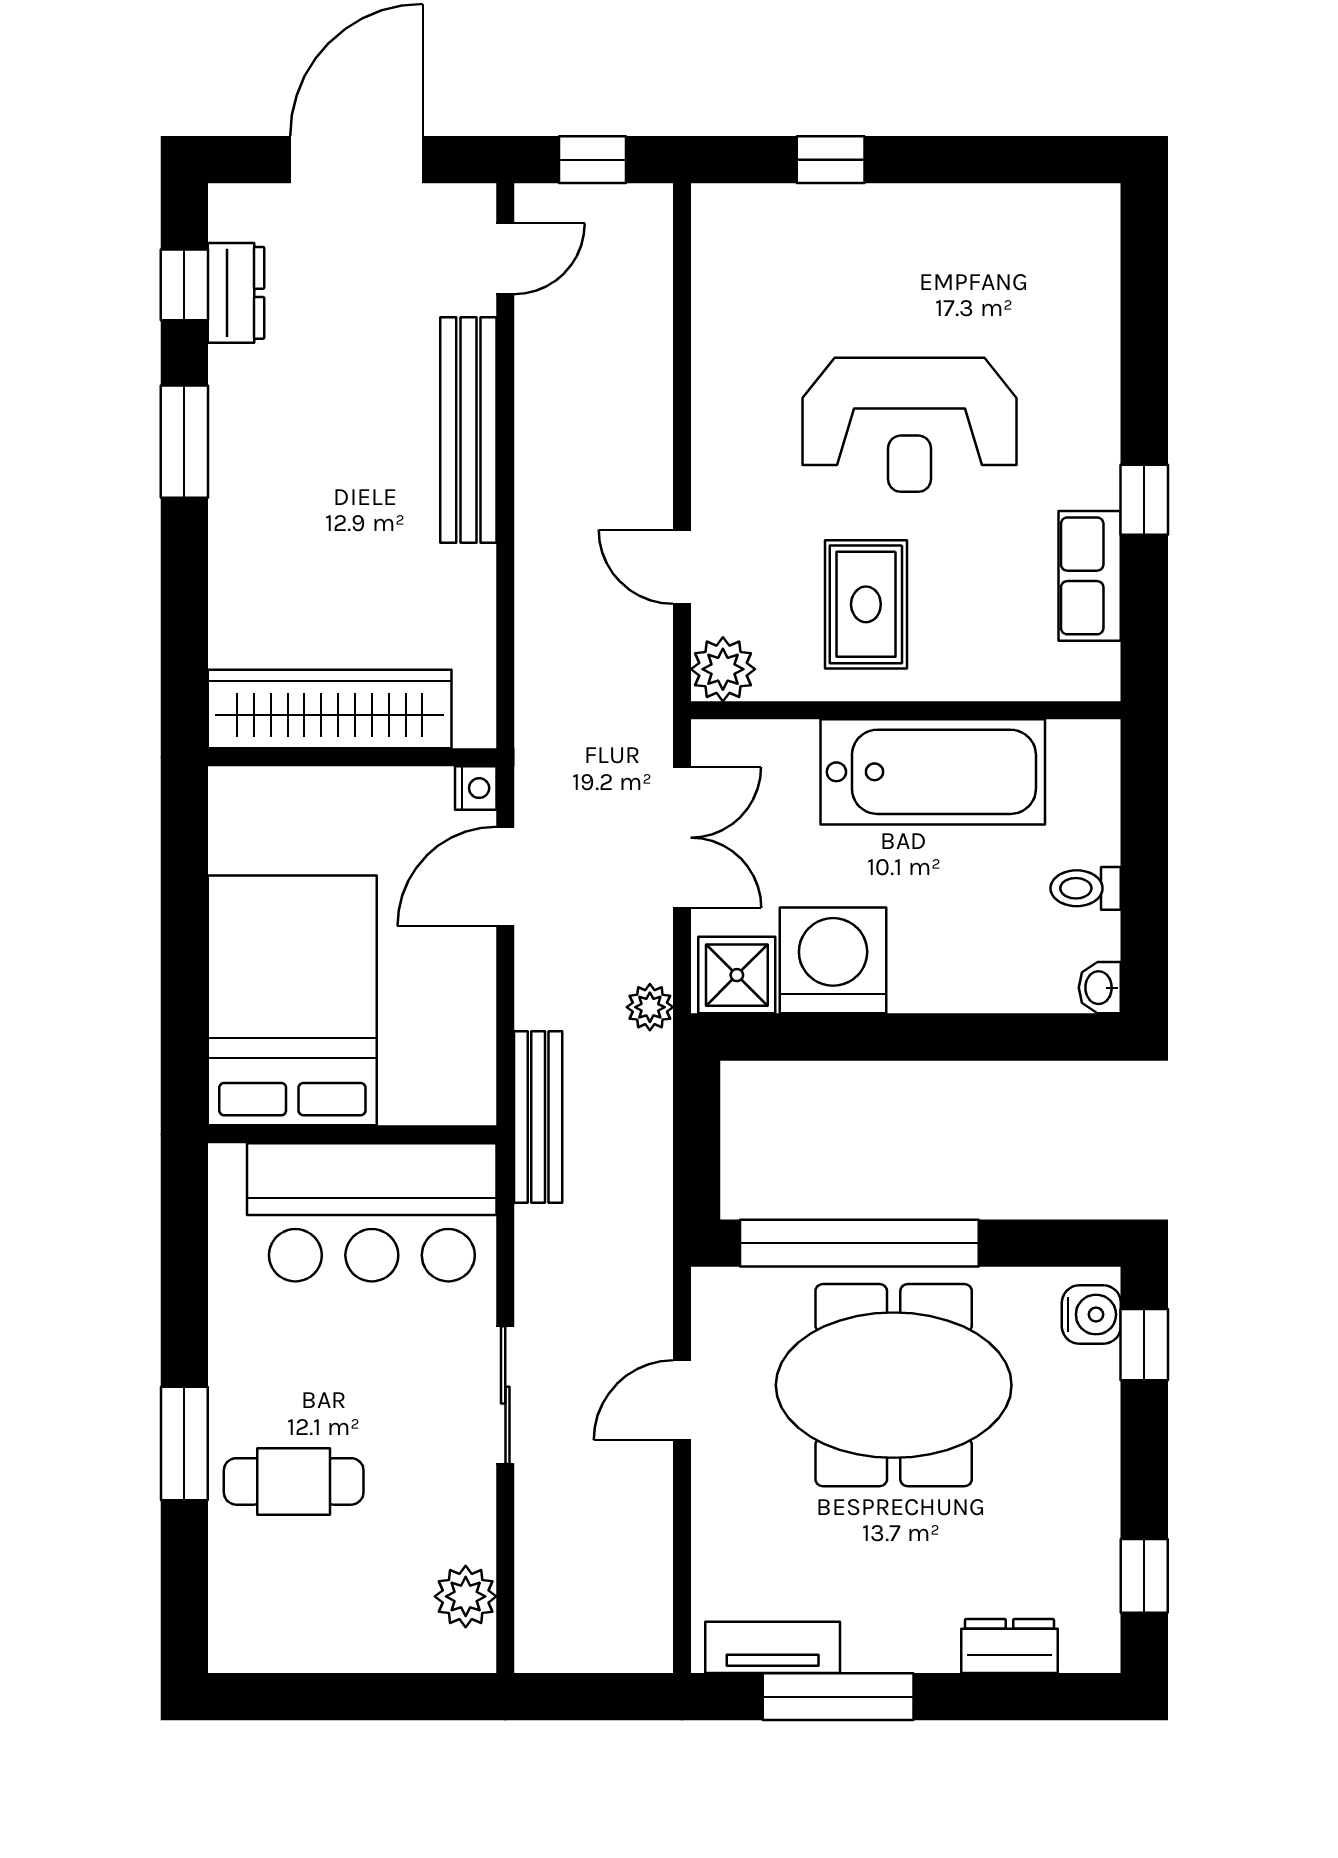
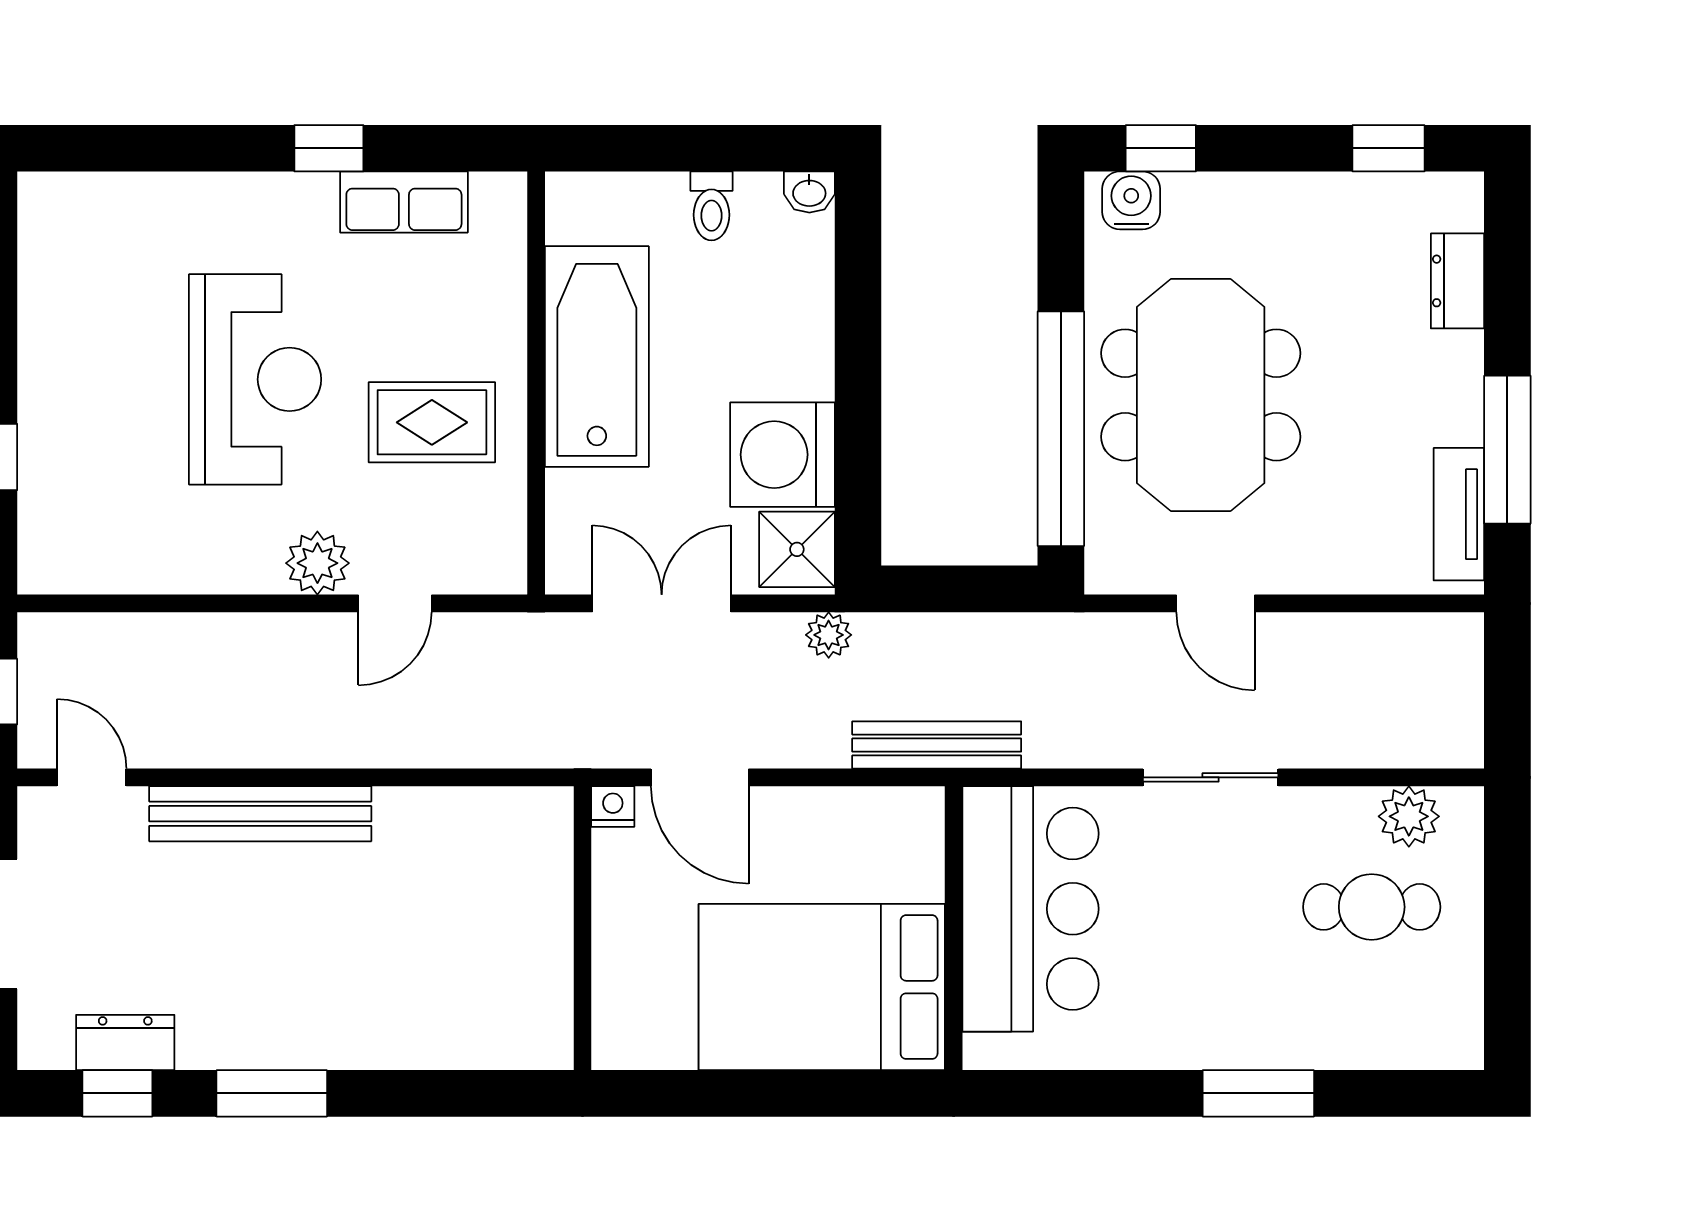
plant: (723, 669) -> (317, 563), moved
wardrobe: (330, 709) -> (535, 950), removed
cafe table: (294, 1481) -> (1372, 907), moved, turned 90

